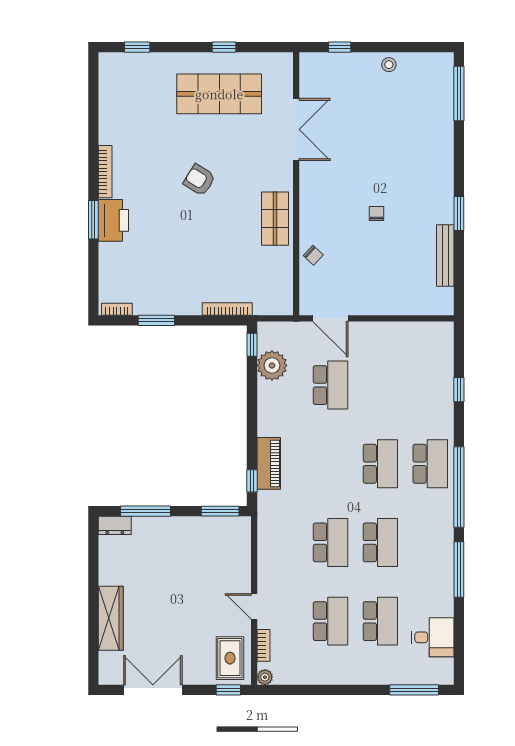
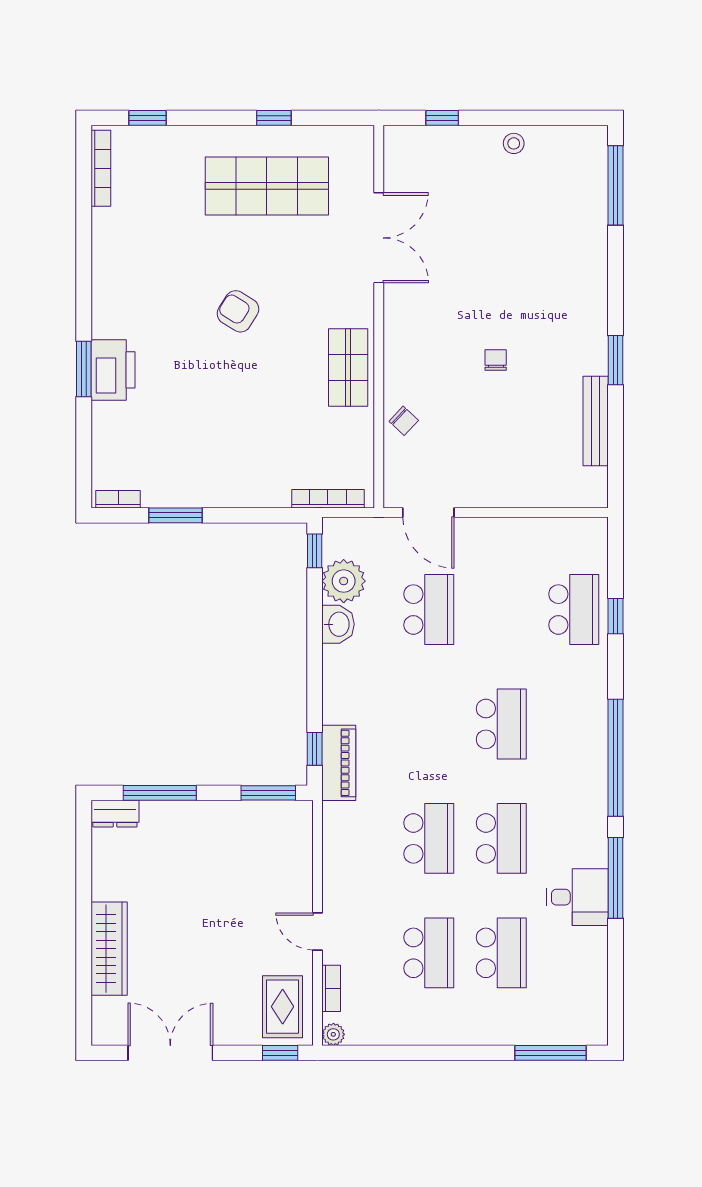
bookcase: (105, 172) -> (101, 168), moved
bookcase: (227, 309) -> (328, 499), moved
washbasin: (268, 395) -> (338, 624), added
piano: (269, 463) -> (339, 763), moved
school desk: (430, 464) -> (574, 610), moved
desk: (433, 637) -> (577, 897), moved

